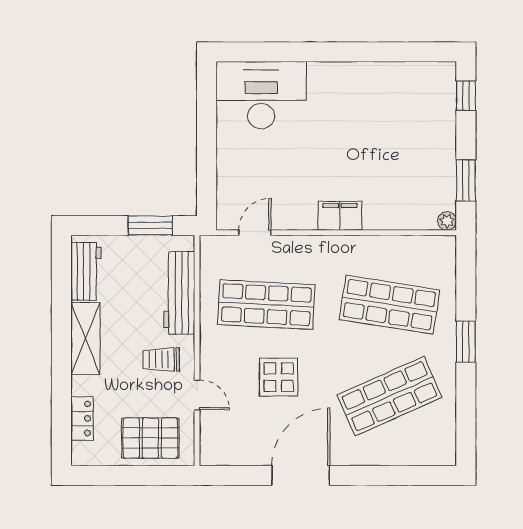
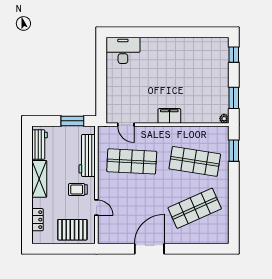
desk: (261, 95) -> (123, 50), width x0.73, depth x0.77
door: (255, 233) -> (126, 125), swing flipped
window: (466, 342) -> (234, 151), moved
display table: (279, 377) -> (138, 199), removed

